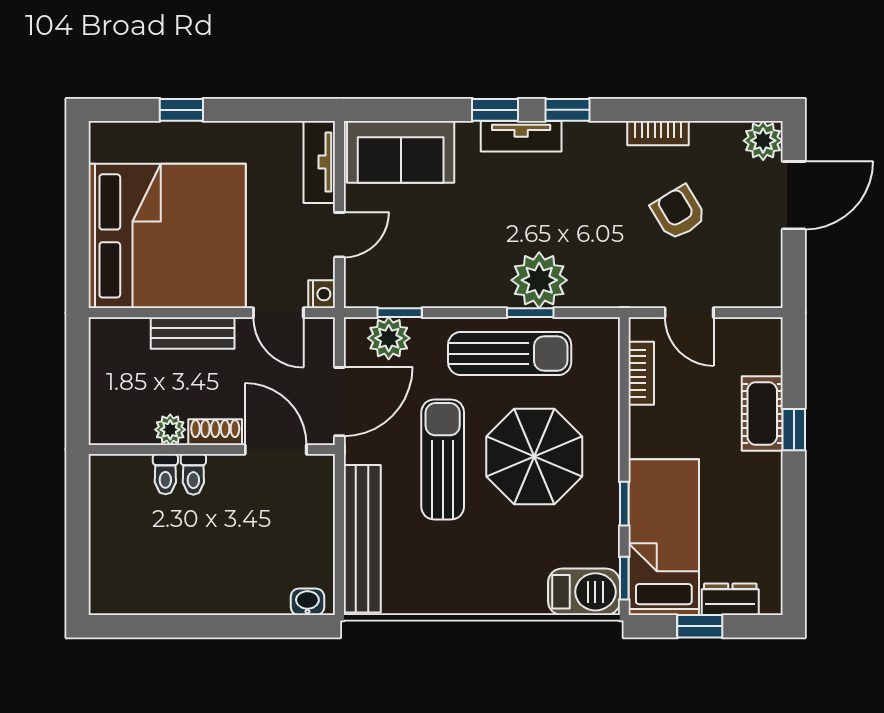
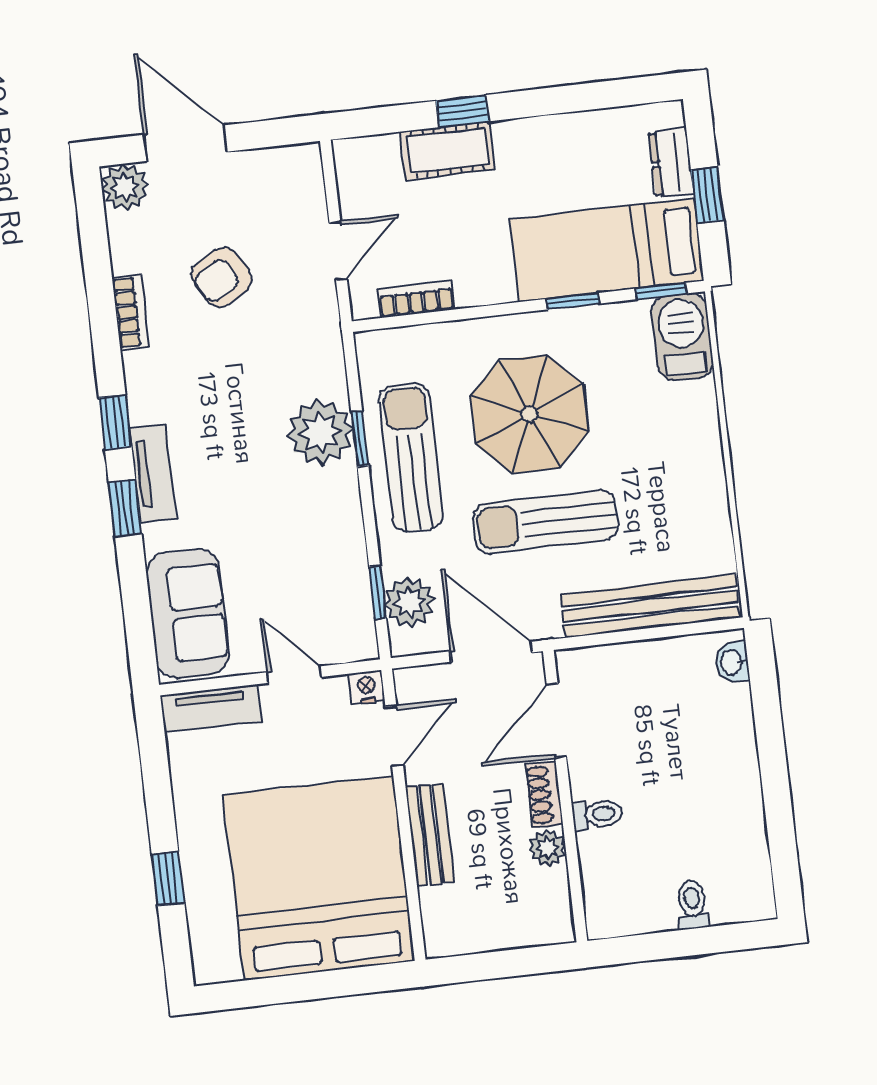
toilet: (165, 474) -> (692, 905), moved, turned -90

